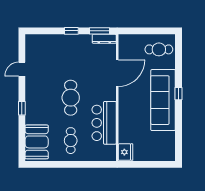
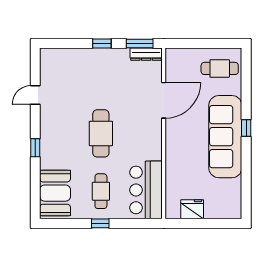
bar counter: (104, 123) -> (146, 190), moved
fridge: (126, 152) -> (192, 209), moved, turned -90
window: (70, 164) -> (100, 223), added

